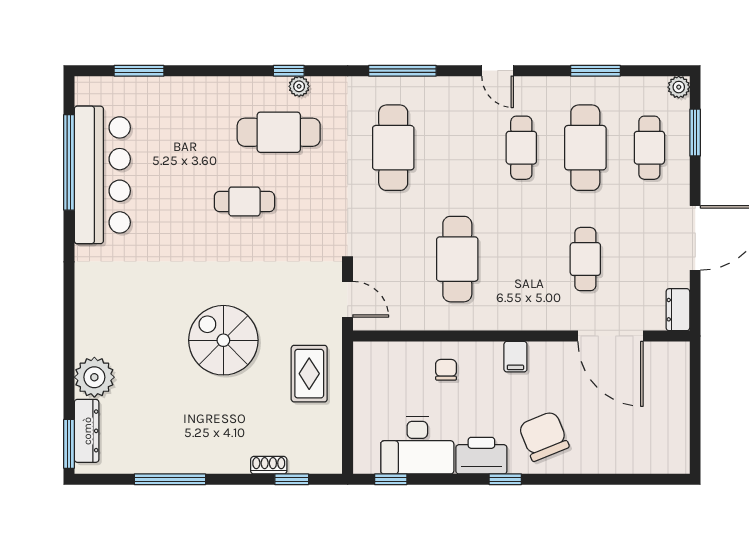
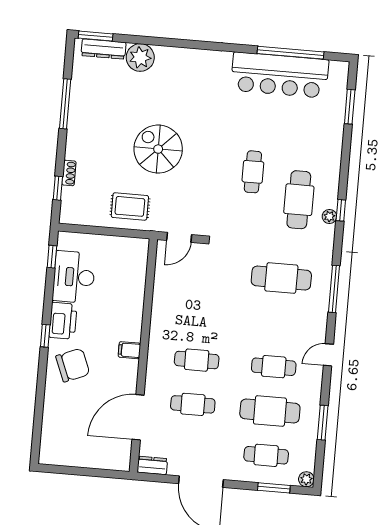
cafe table: (457, 259) -> (197, 360), moved, width x0.73, depth x0.74
spiral stairs: (223, 340) -> (158, 149), turned -90
chair: (446, 370) -> (124, 301), removed

